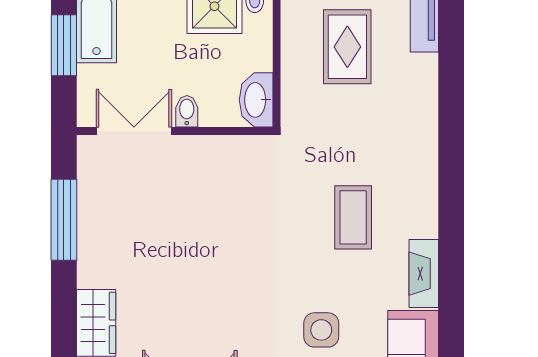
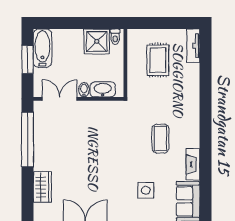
washbasin: (256, 100) -> (103, 89), moved, turned 90
window: (64, 220) -> (28, 140), width x1.46

